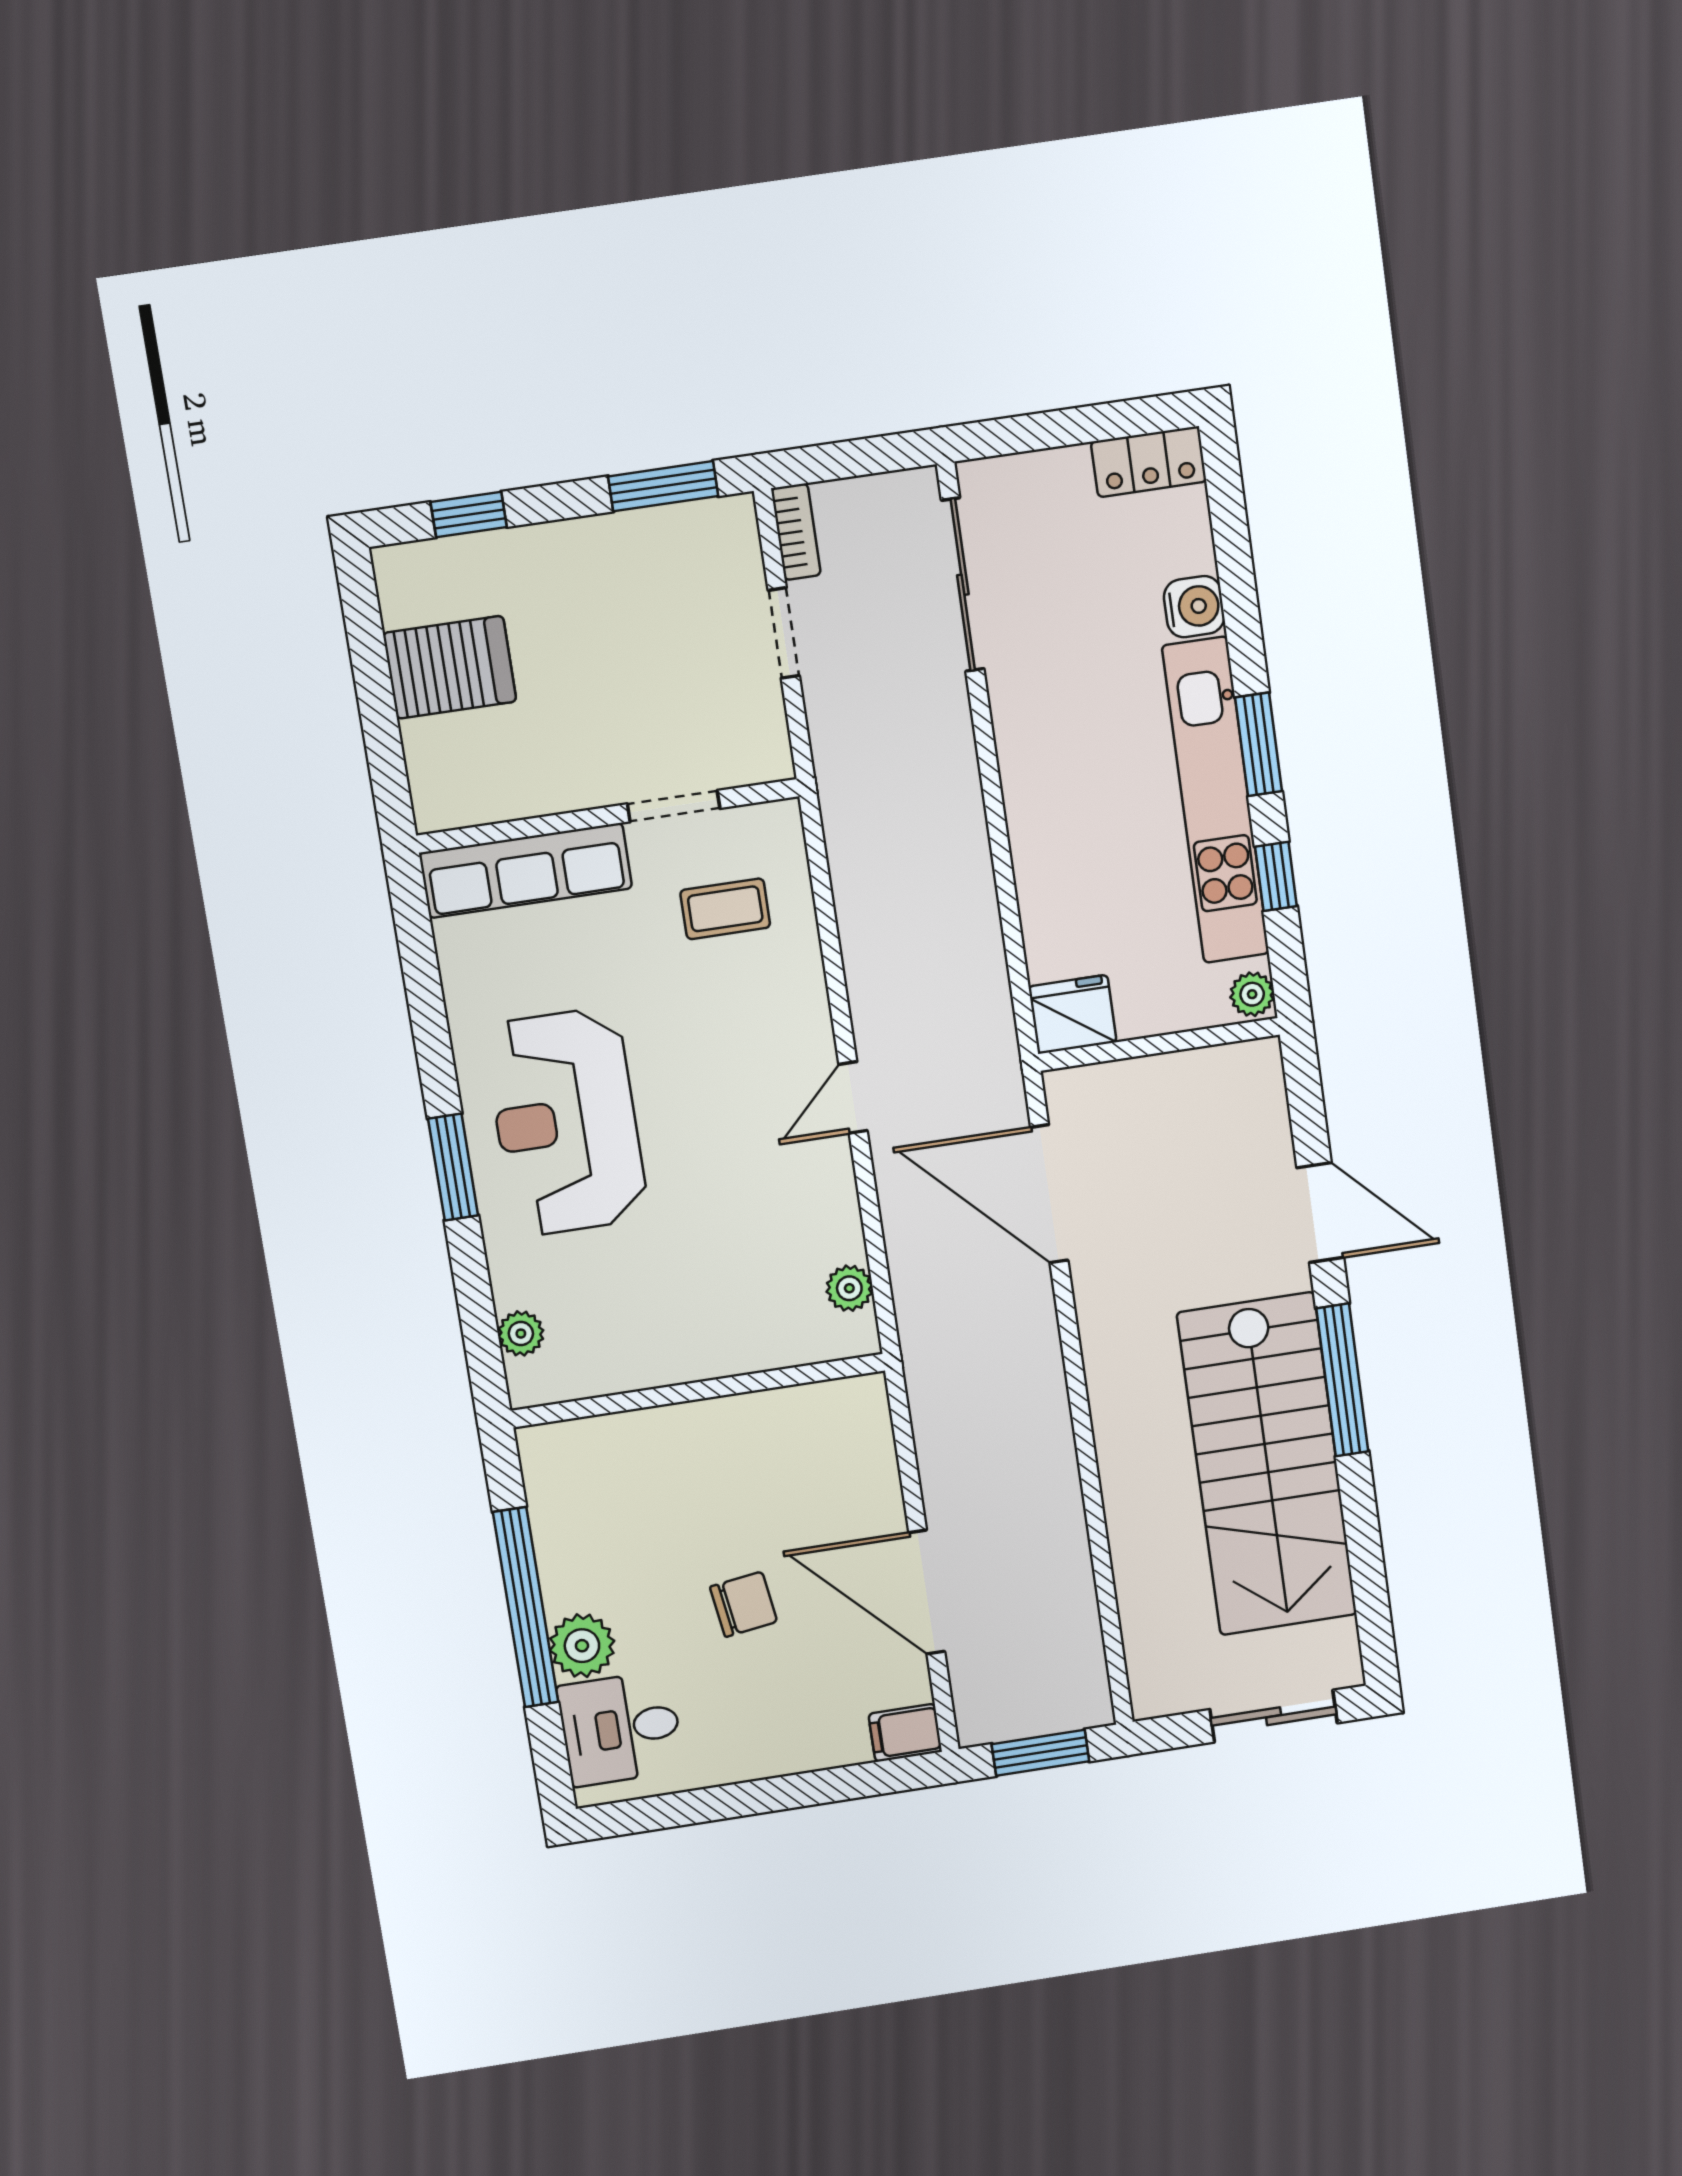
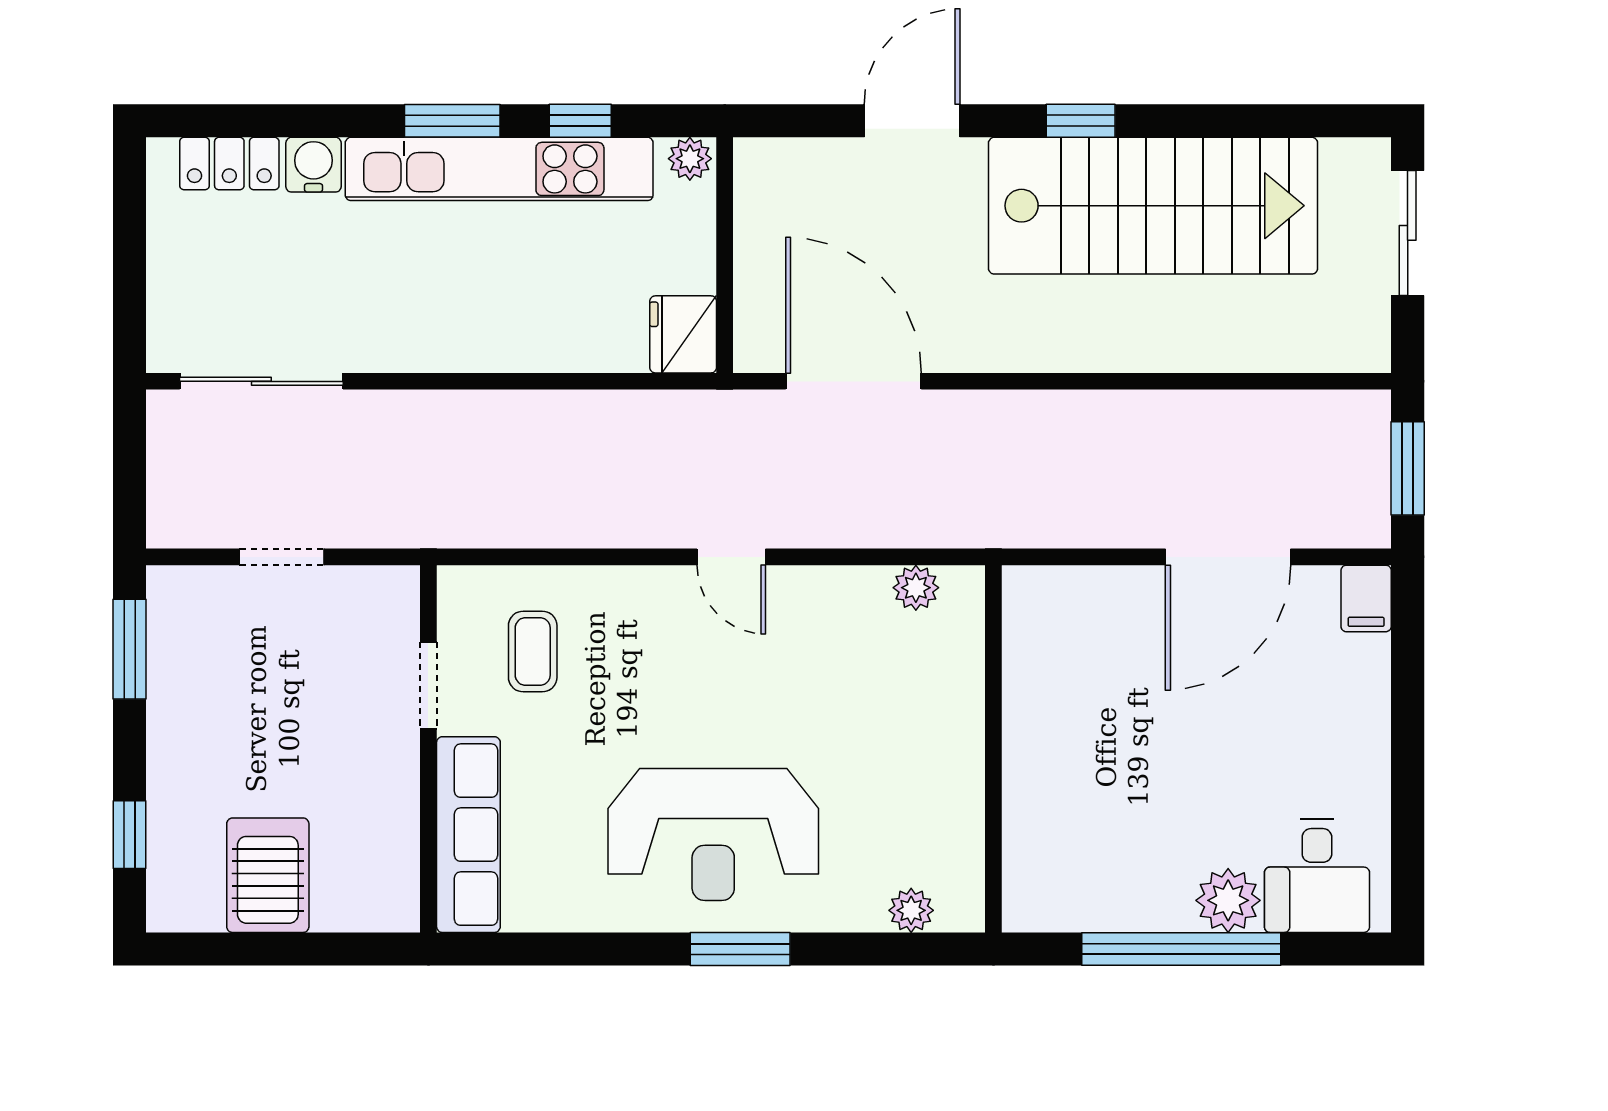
locker: (1149, 462) -> (229, 164), moved, turned 90
bookcase: (796, 532) -> (189, 531), removed
door: (1049, 1194) -> (854, 381), swing flipped
window: (1342, 1380) -> (1081, 121), width x0.46
chair: (744, 1604) -> (1212, 737), removed

